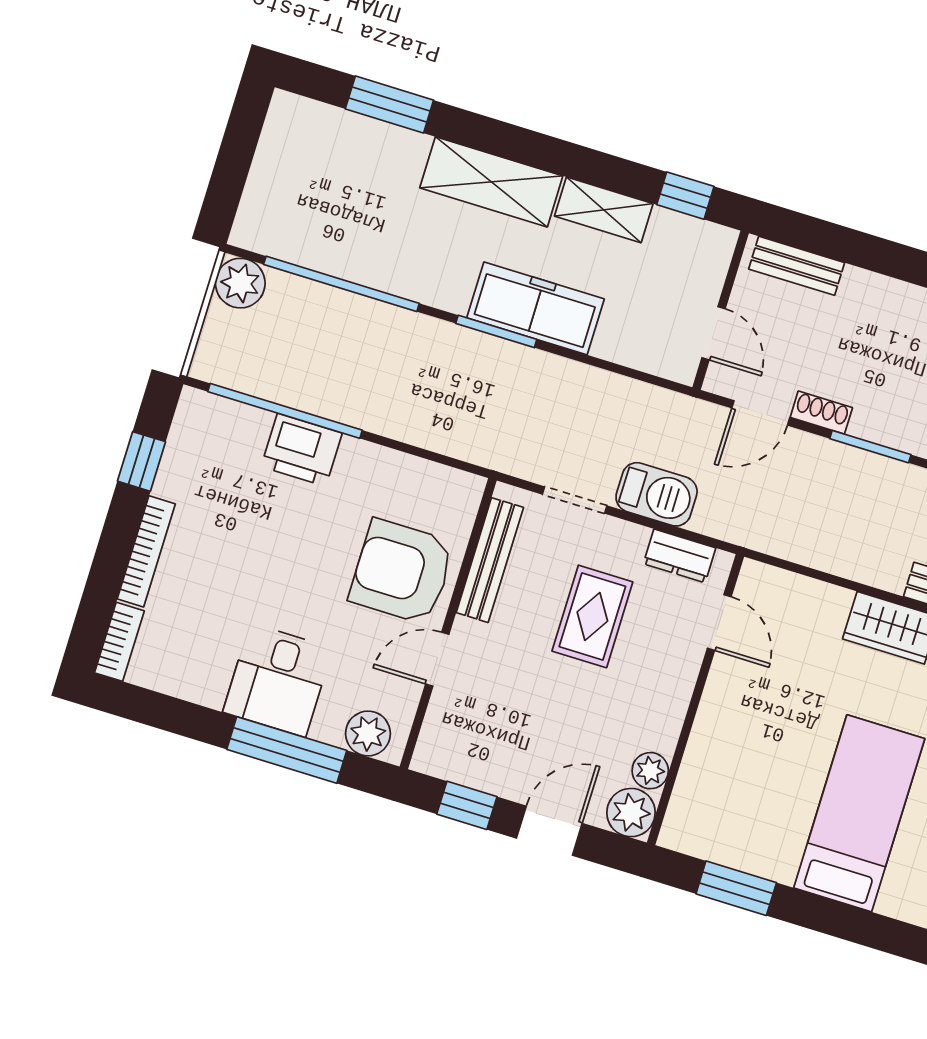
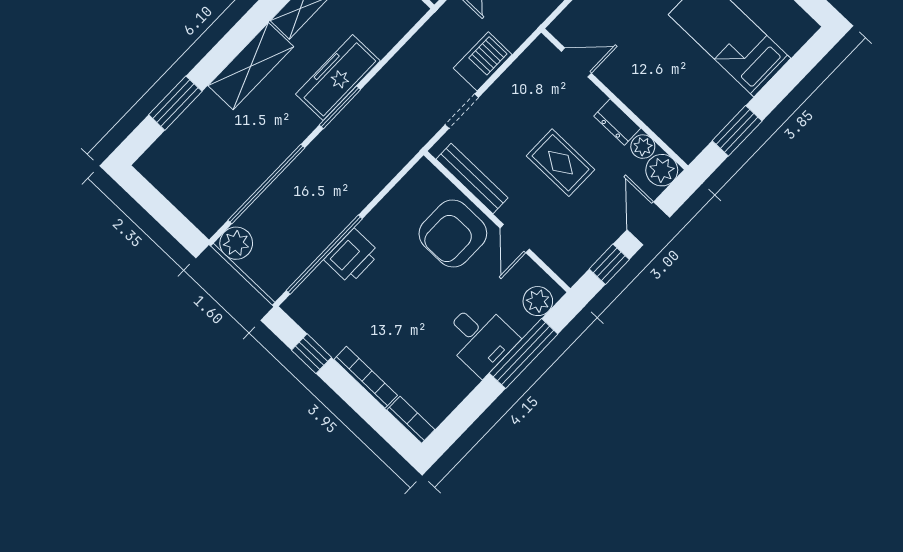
dresser: (680, 556) -> (617, 122), moved, turned 90
rug: (592, 616) -> (561, 163), moved

